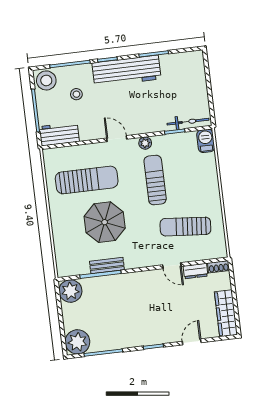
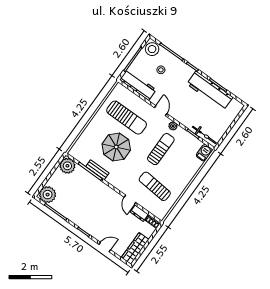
workbench: (126, 71) -> (210, 91), moved
workbench: (59, 134) -> (138, 85), width x1.38

